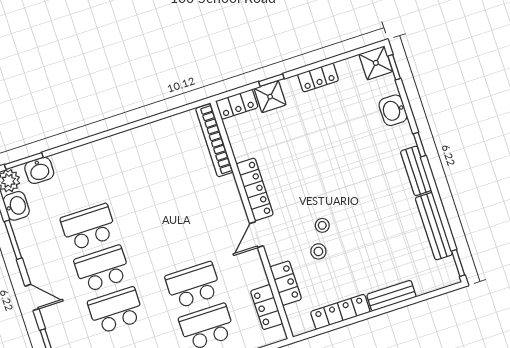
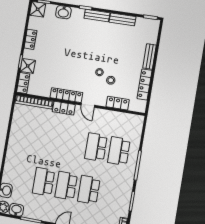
bench: (434, 226) -> (122, 19), width x0.73
locker: (267, 307) -> (64, 108), moved

